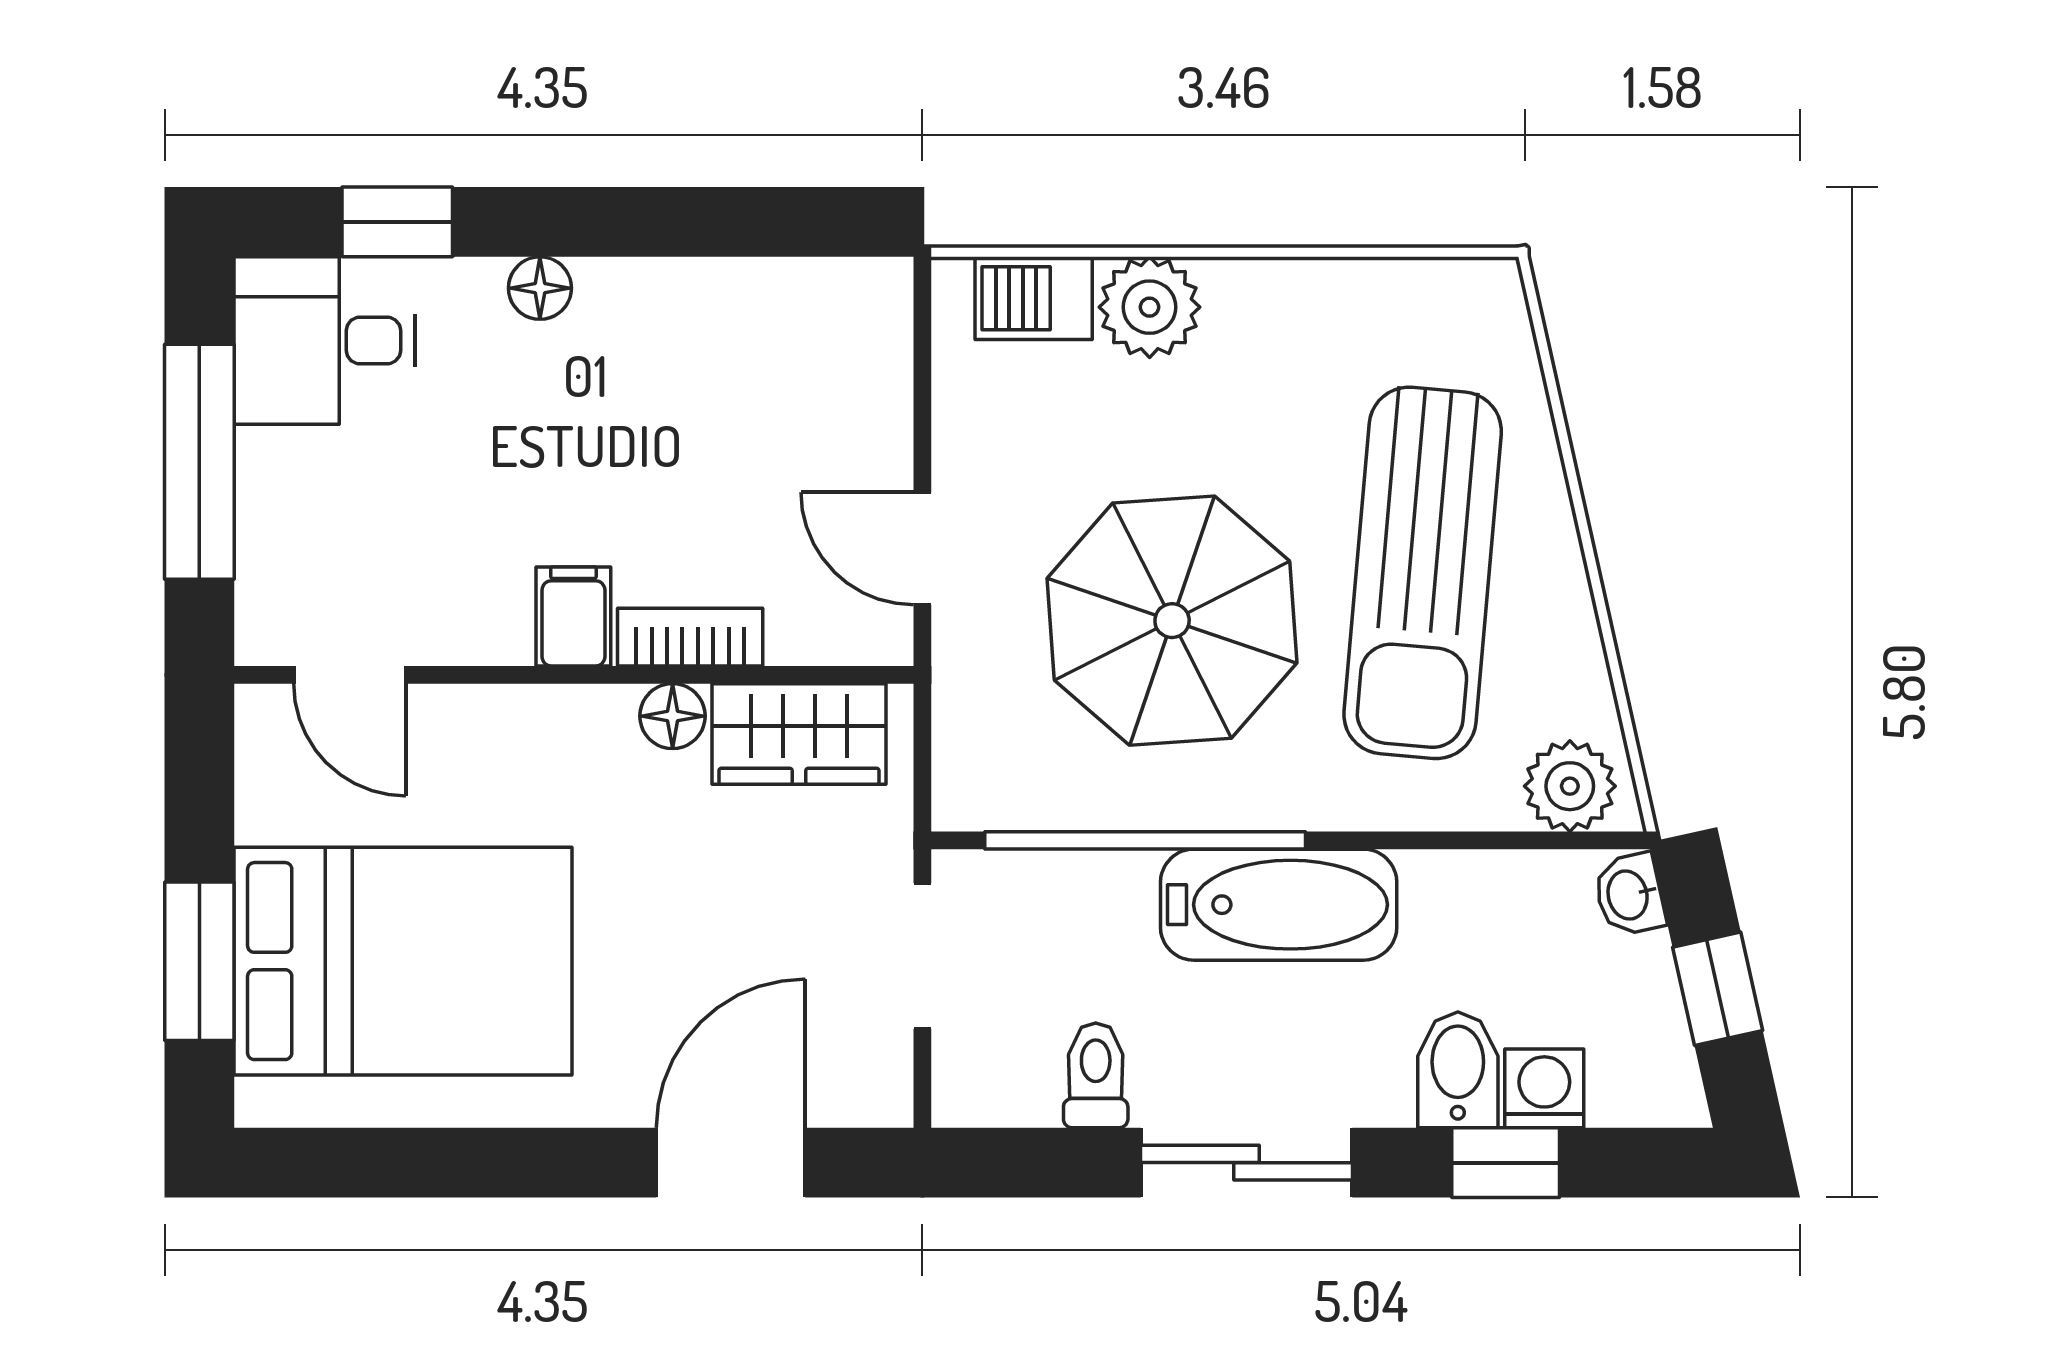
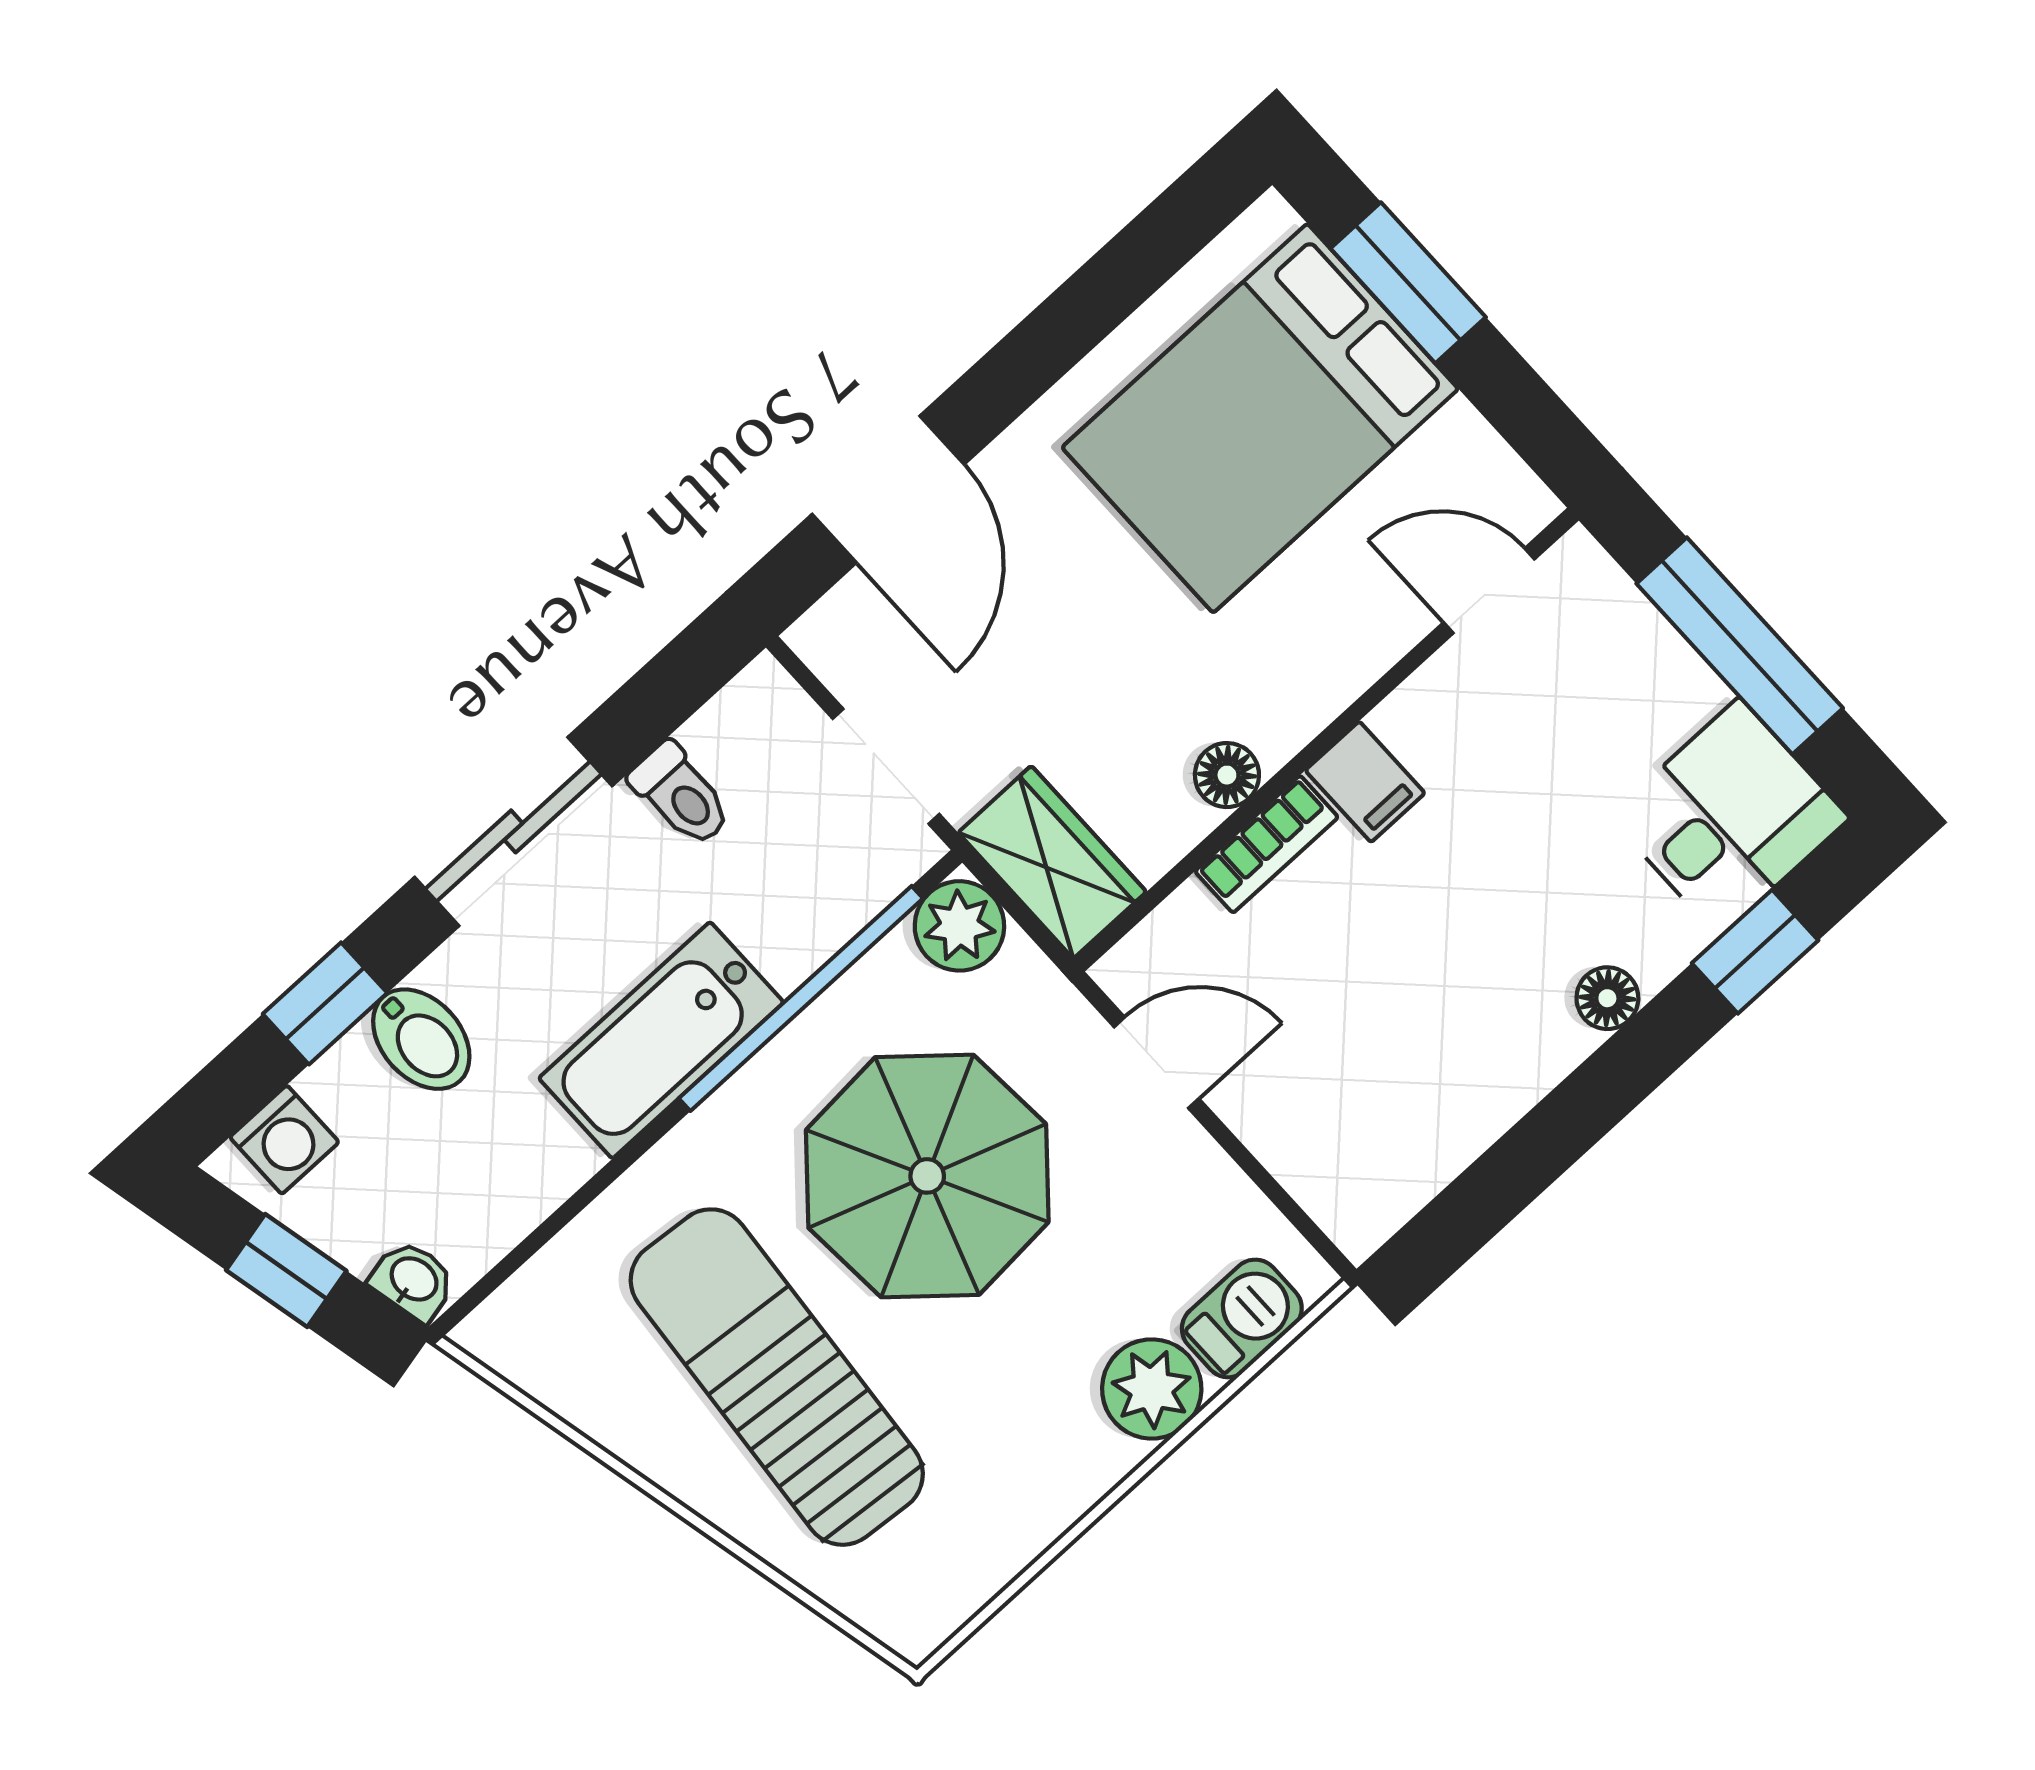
wardrobe: (799, 734) -> (1052, 862), moved, turned 90
plant: (1570, 786) -> (959, 926), moved
washing machine: (1544, 1088) -> (284, 1140), moved

